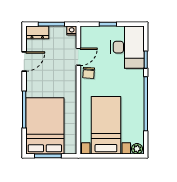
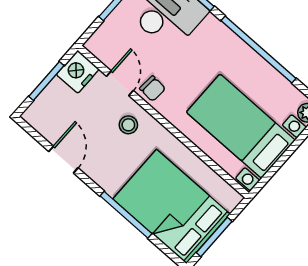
nightstand: (72, 31) -> (78, 72), width x1.89, depth x1.79
dresser: (37, 32) -> (41, 109), removed
stool: (64, 76) -> (128, 125), added

